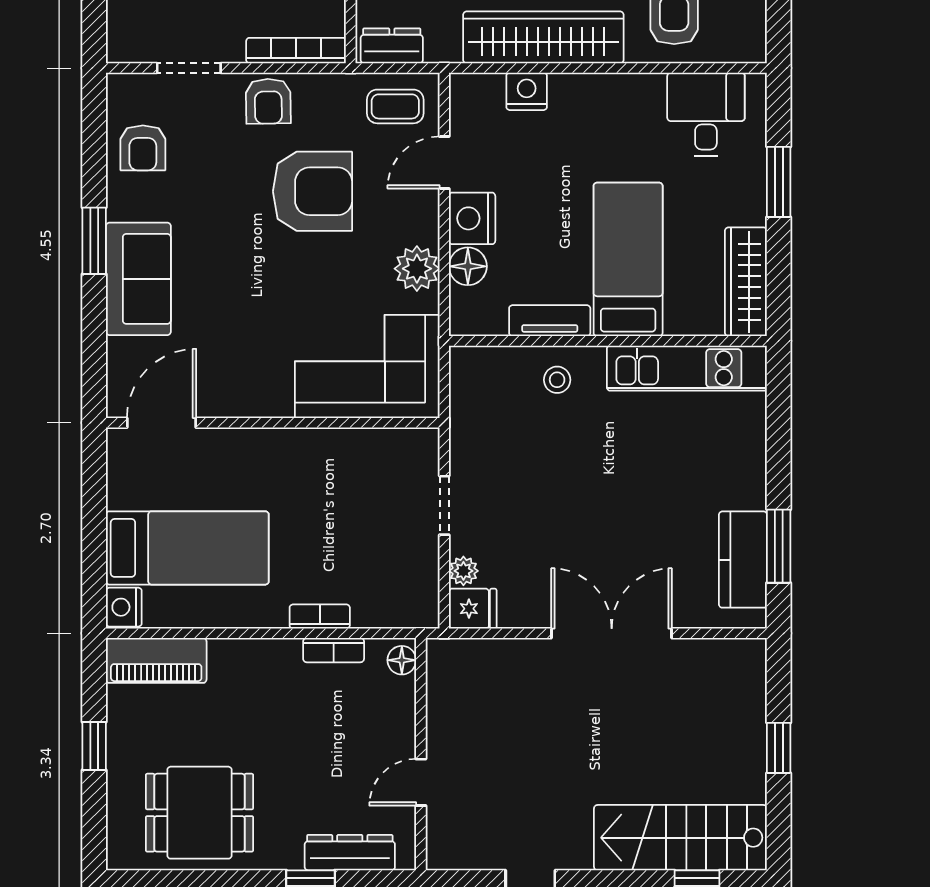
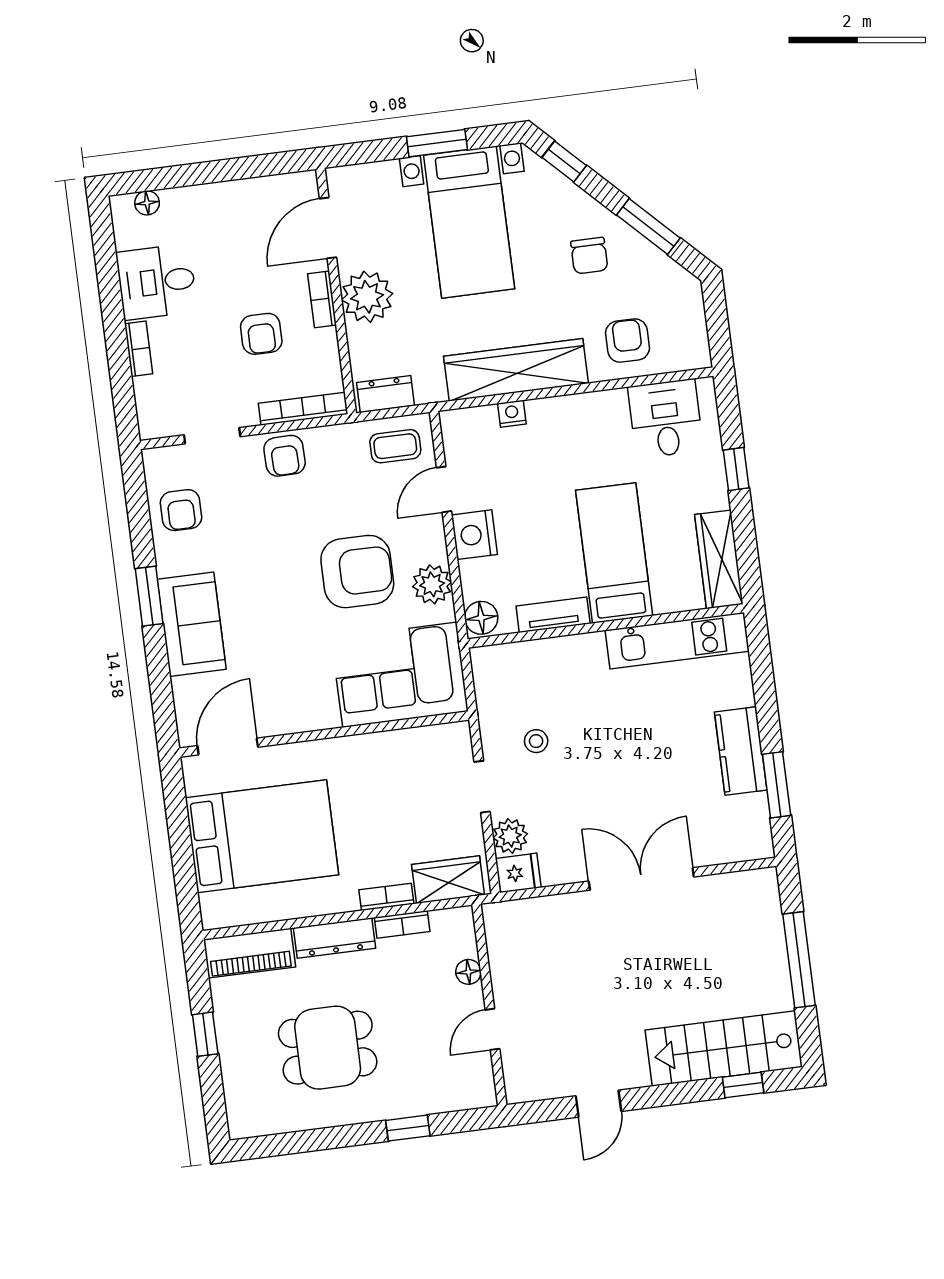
nightstand: (527, 91) -> (512, 414), width x0.72, depth x0.74
window: (779, 182) -> (736, 469), width x0.67
armchair: (313, 191) -> (357, 572), moved
floor lamp: (468, 266) -> (481, 618), moved
stool: (557, 380) -> (536, 741), moved
bed: (187, 548) -> (262, 836), width x1.50
kitchen counter: (743, 560) -> (741, 751), moved
plant: (463, 571) -> (510, 836), width x1.38, depth x1.38
wardrobe: (392, 606) -> (448, 880), added
nightstand: (124, 607) -> (215, 911), removed
floor lamp: (402, 660) -> (468, 972), moved
window: (779, 748) -> (799, 960), width x2.17
dining table: (199, 813) -> (328, 1048), moved
dresser: (350, 853) -> (334, 938), moved, turned 180

